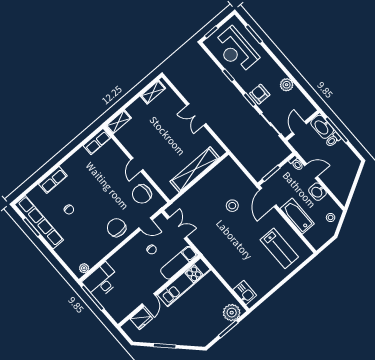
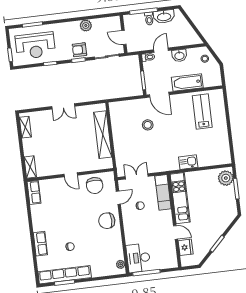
washbasin: (322, 127) -> (164, 17), moved
lab bench: (279, 248) -> (202, 111), turned -90
kitchen sink: (245, 293) -> (188, 162), moved

